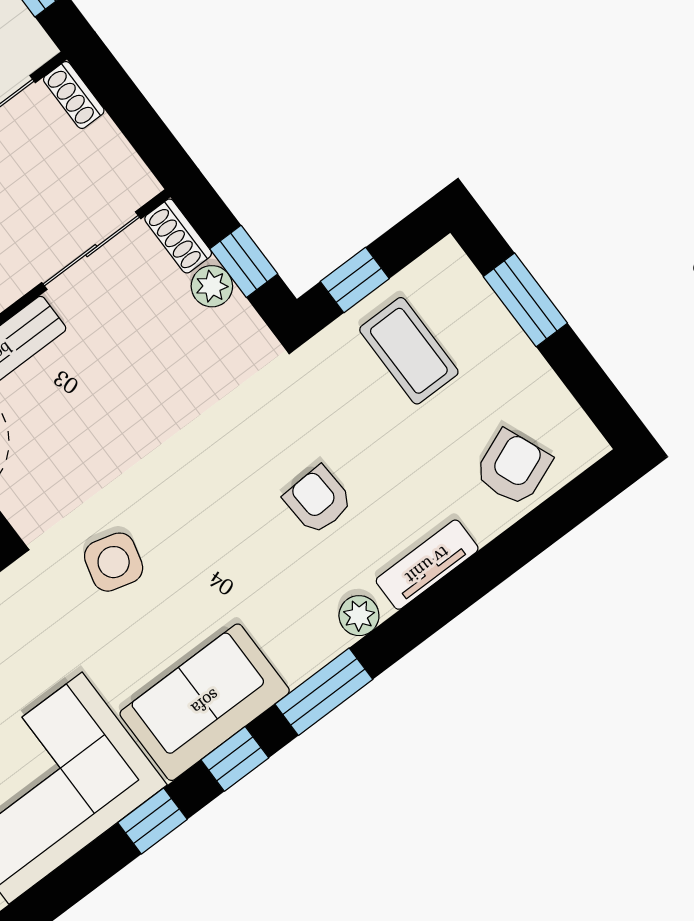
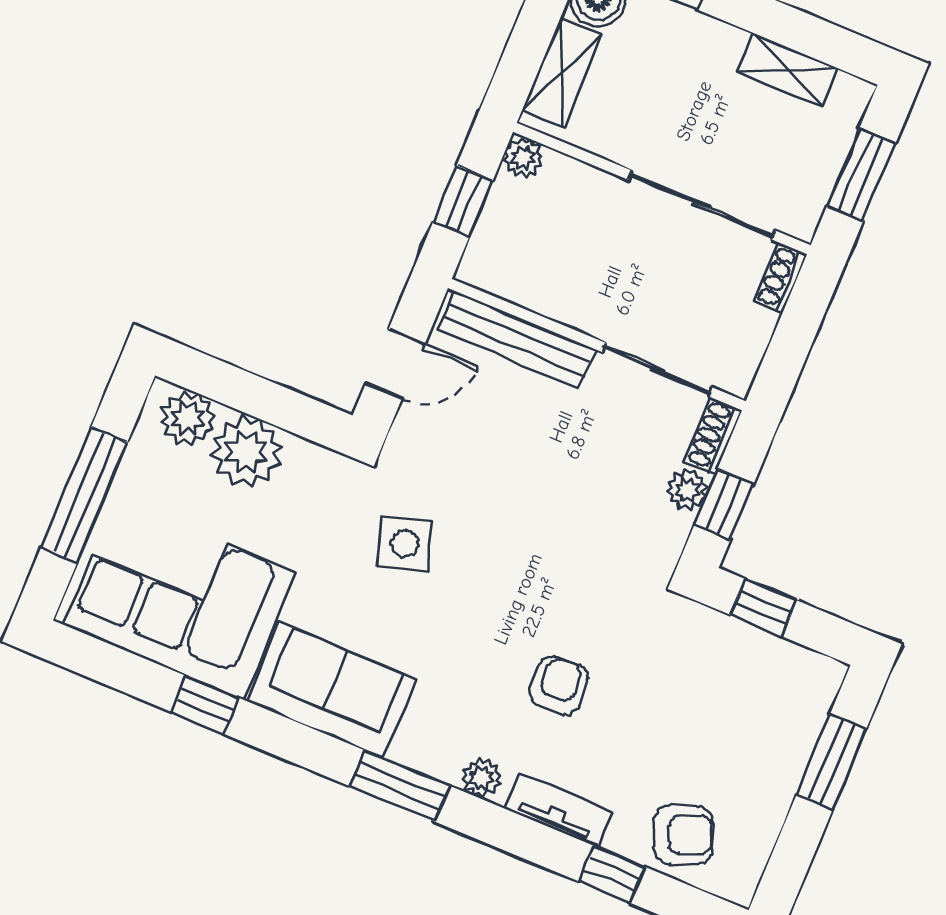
coffee table: (409, 351) -> (730, 688), removed
side table: (114, 562) -> (405, 543), turned -32
window: (235, 759) -> (612, 874), moved

